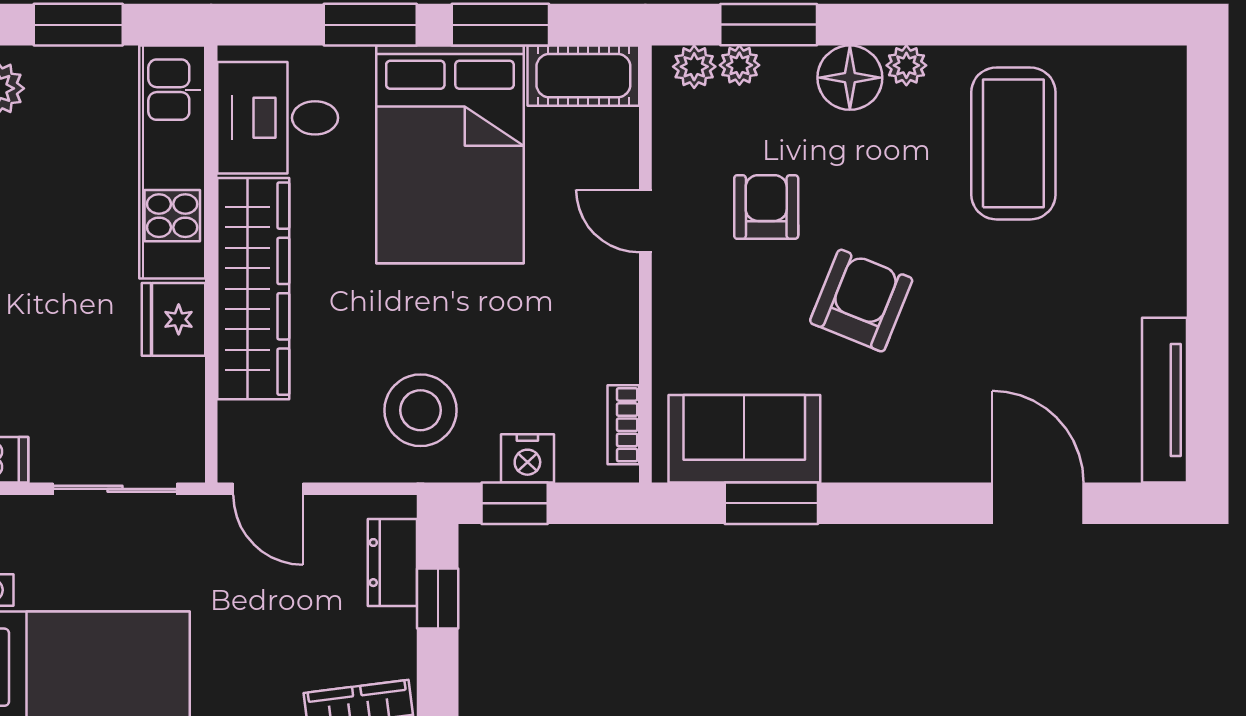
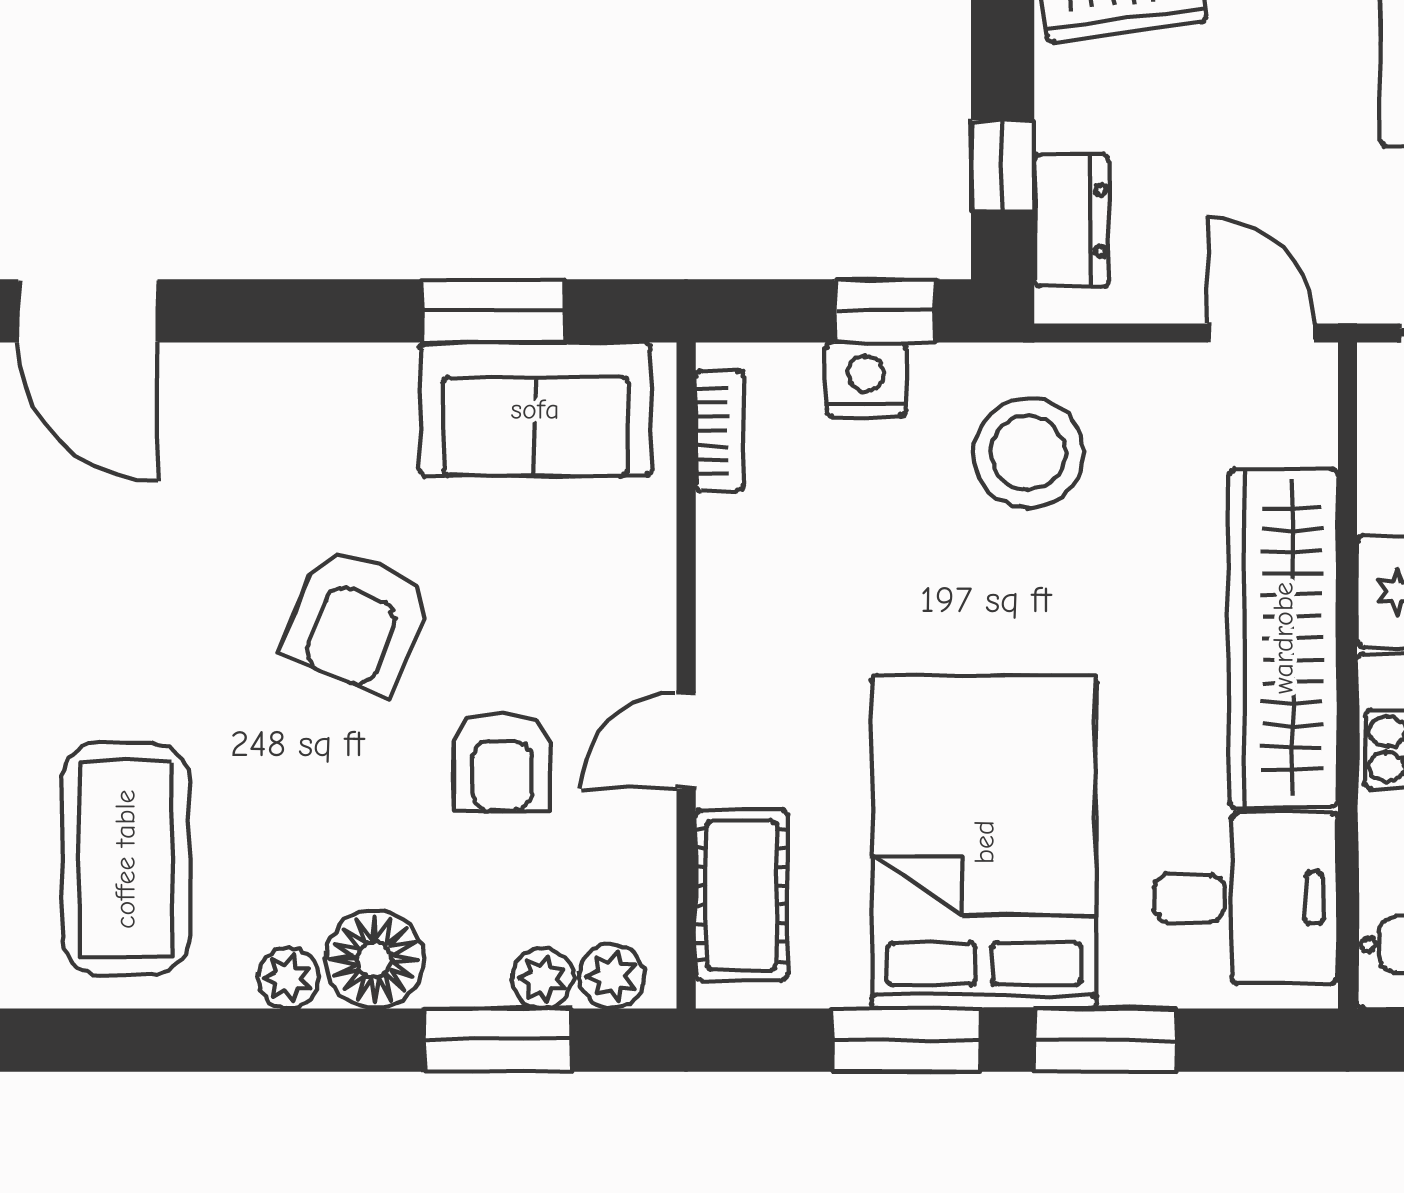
cot: (583, 76) -> (742, 895), moved, turned 90
door: (645, 221) -> (686, 741), swing flipped

